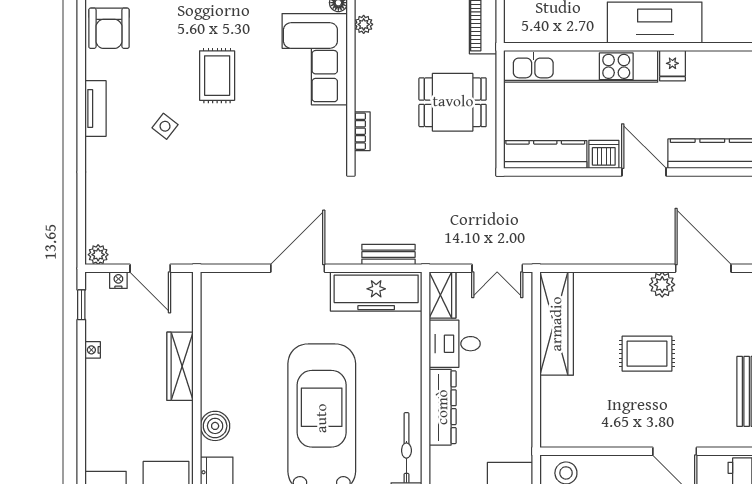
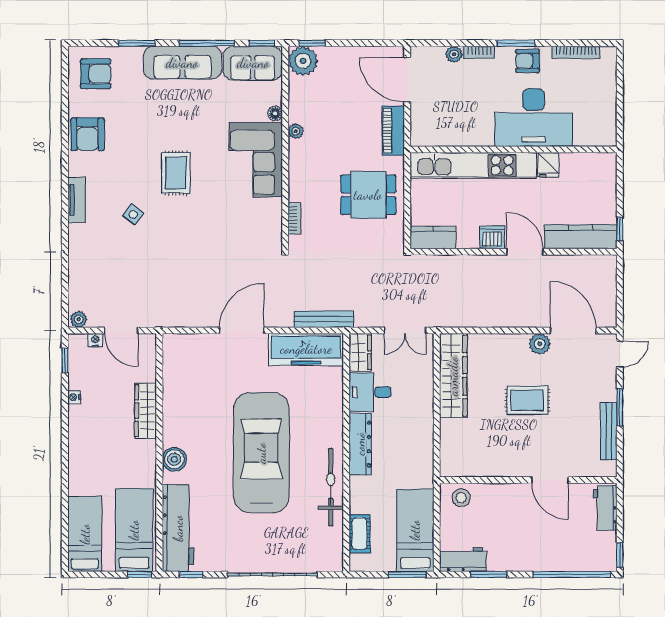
kitchen counter: (545, 155) -> (433, 238), width x0.67
bench: (388, 255) -> (324, 319), width x1.36

